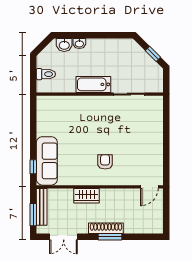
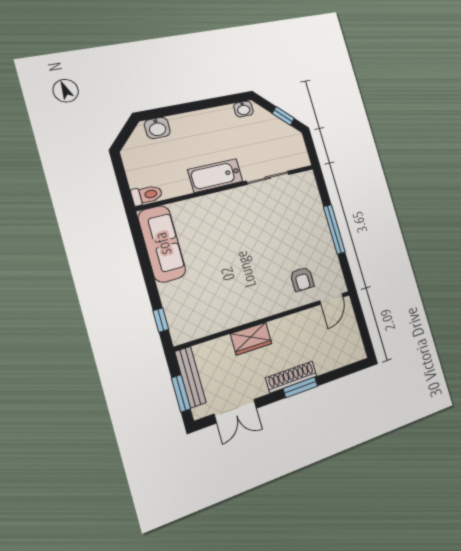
washbasin: (79, 44) -> (243, 109), moved
toilet: (46, 74) -> (147, 195), moved
window: (166, 141) -> (334, 229), added
sofa: (47, 161) -> (162, 244), moved
armchair: (105, 162) -> (302, 279), moved, turned 180

